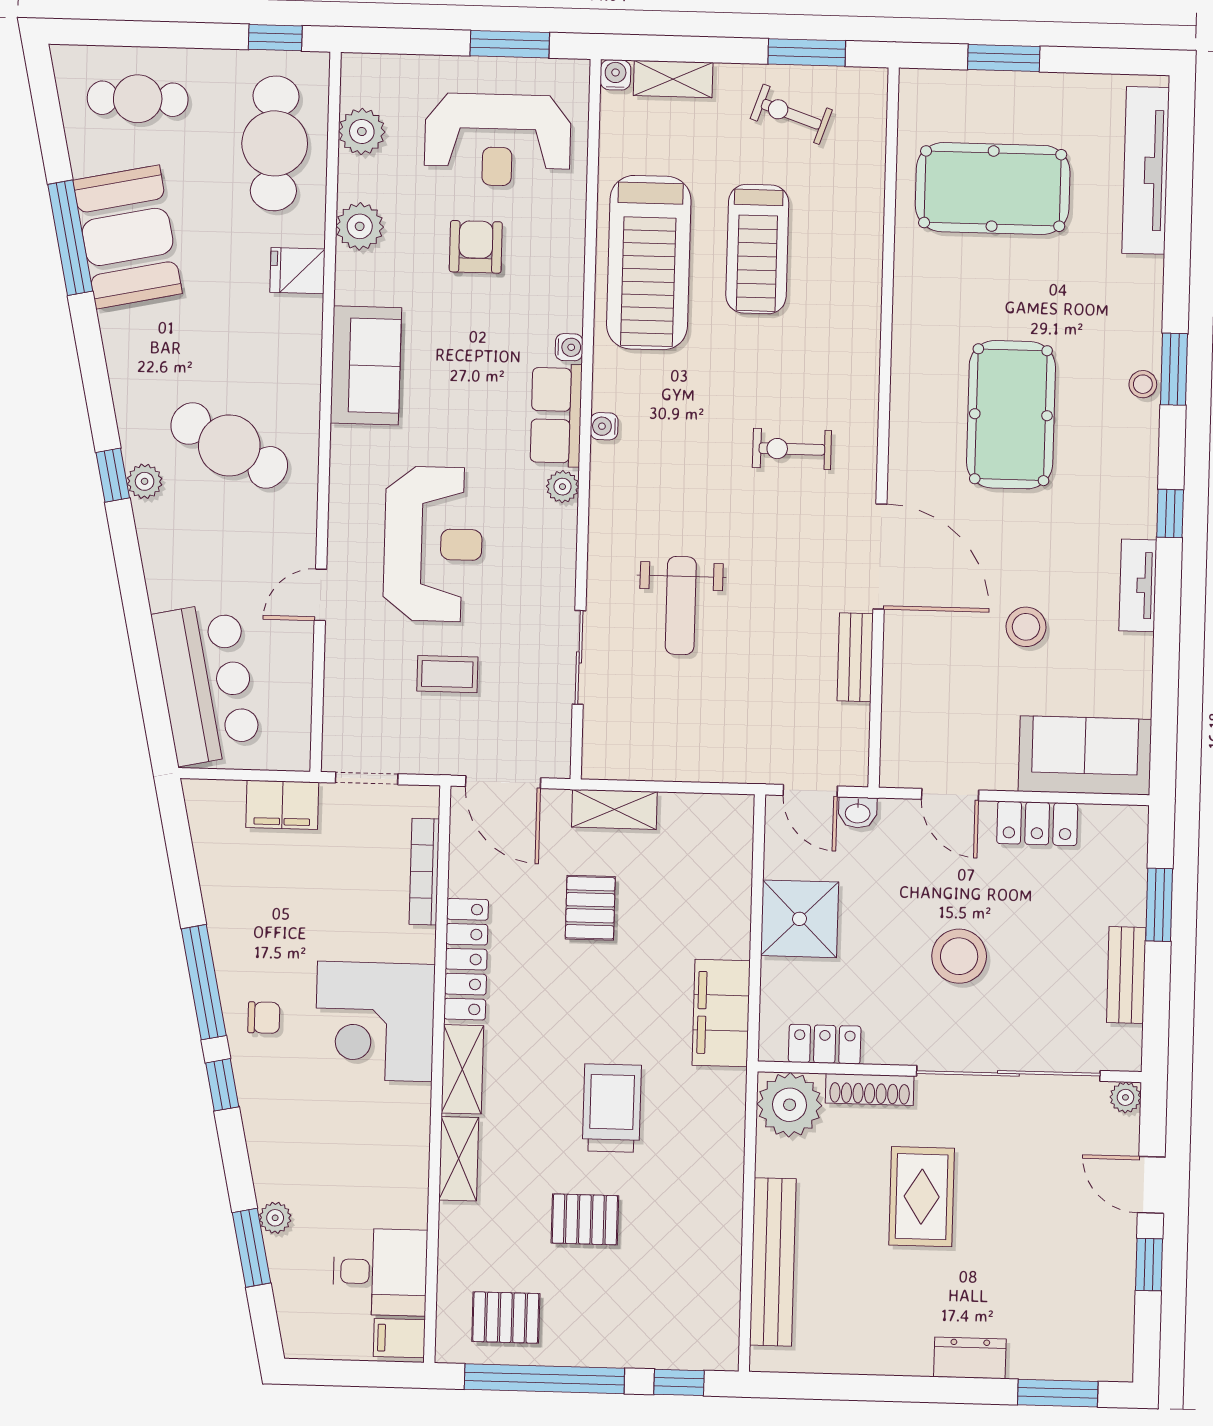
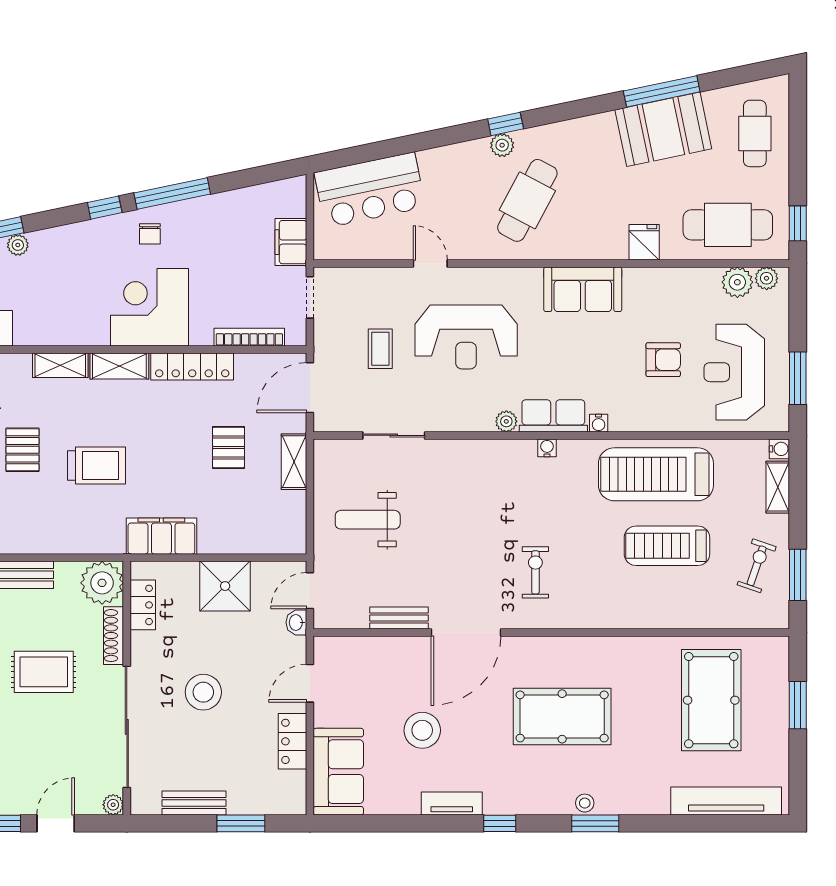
plant: (360, 226) -> (767, 278), moved, width x0.73, depth x0.73
weight bench: (681, 606) -> (368, 520), moved
stool: (1026, 627) -> (422, 730), width x1.38, depth x1.38
pallet: (590, 908) -> (228, 448), turned 90

